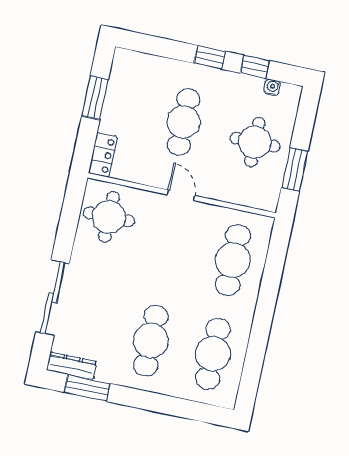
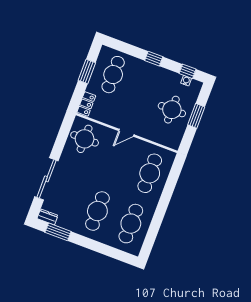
window: (255, 67) -> (188, 71), moved
cafe table: (184, 122) -> (113, 75), moved
window: (295, 169) -> (196, 116), moved
door: (181, 195) -> (126, 133), swing flipped
dresser: (72, 366) -> (48, 217), width x0.70

